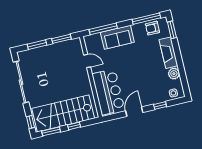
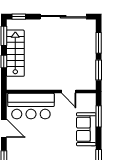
window: (103, 29) -> (99, 116), width x0.69
door: (87, 61) -> (69, 92), hinge flipped
stairs: (63, 113) -> (15, 53), width x0.73, depth x0.66

